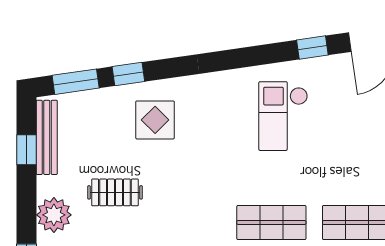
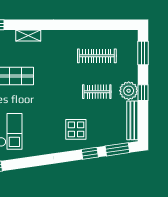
window: (26, 150) -> (143, 93), moved
plant: (54, 215) -> (129, 91), moved

